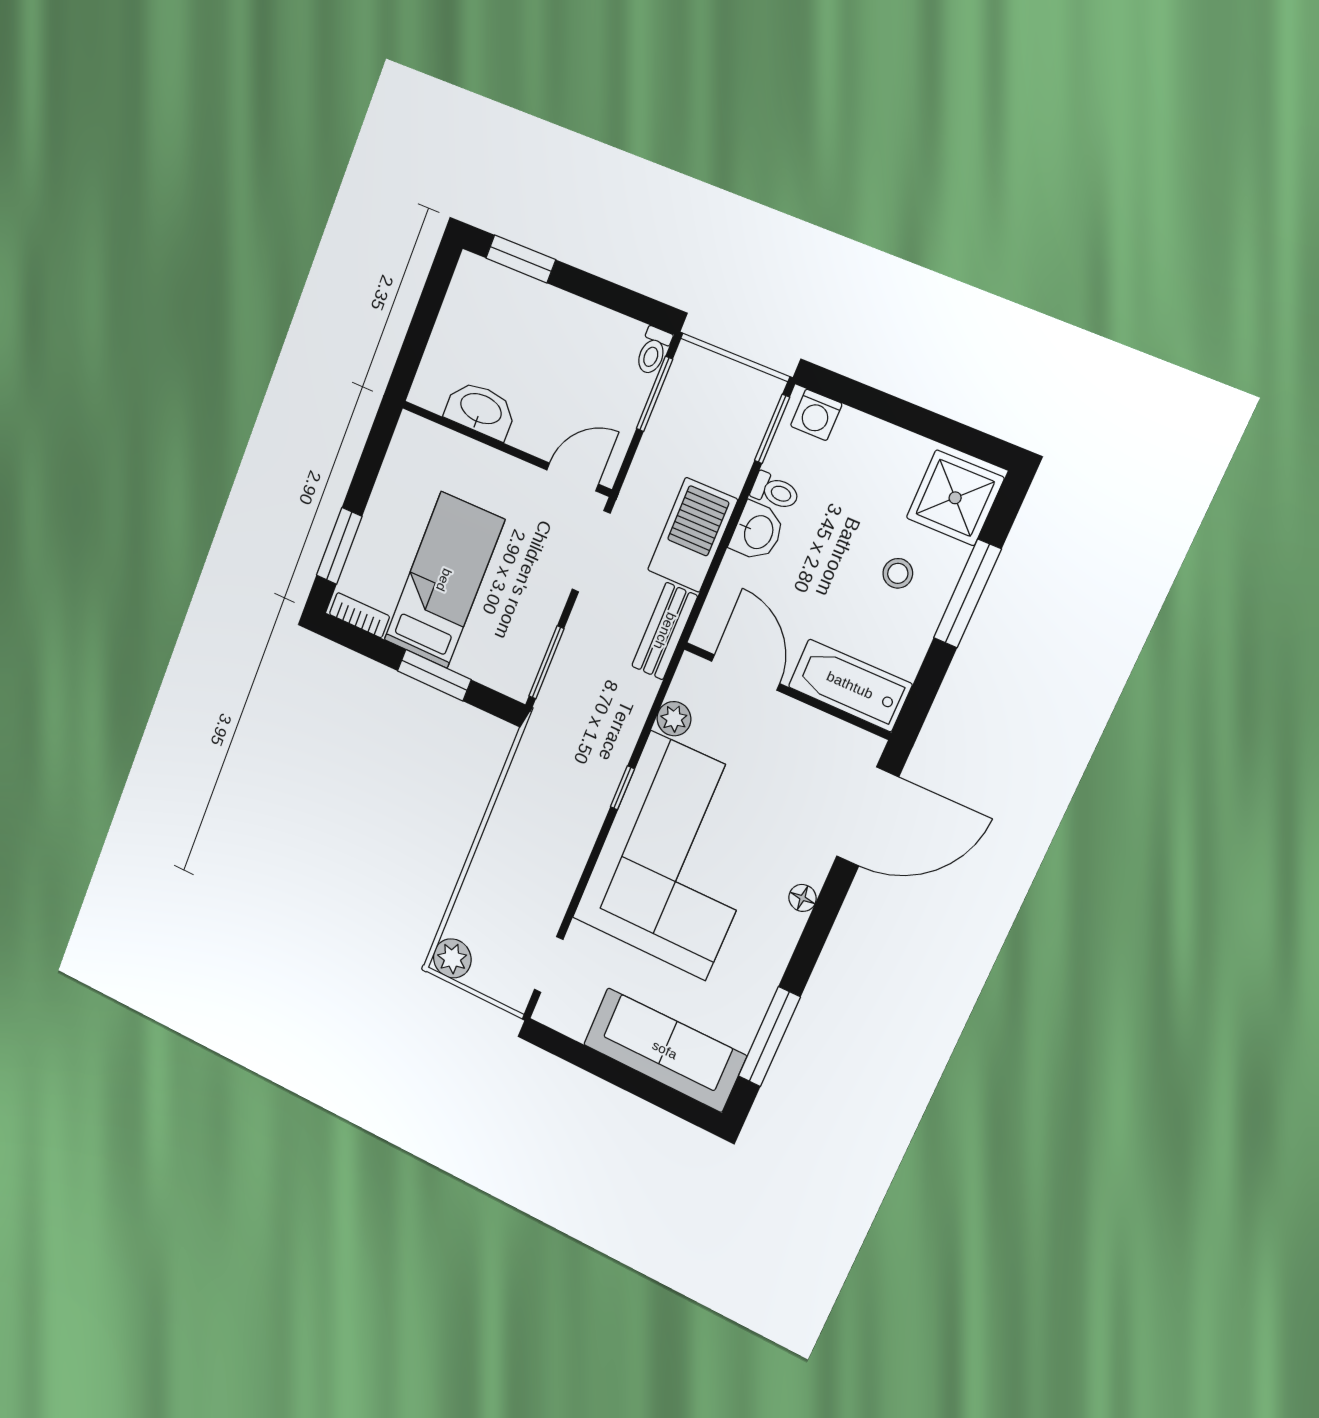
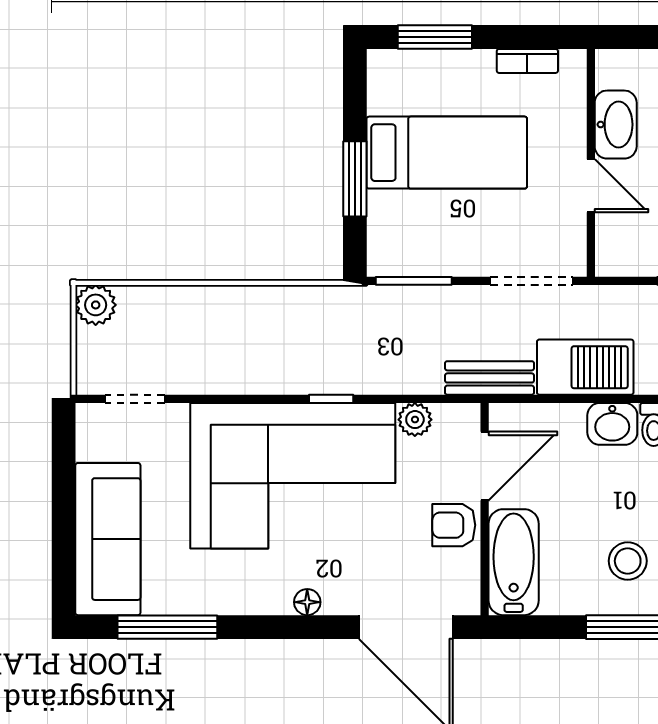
door: (572, 477) -> (591, 186), moved
stool: (898, 573) -> (628, 561), width x1.37, depth x1.37
bookcase: (359, 615) -> (527, 61), moved, turned 90
armchair: (789, 727) -> (454, 525), added

